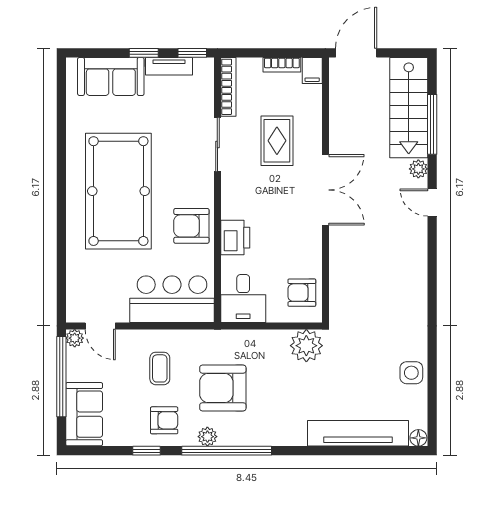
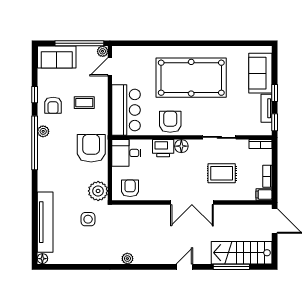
bookcase: (228, 87) -> (260, 144), width x0.64
plant: (418, 169) -> (127, 259), moved
floor lamp: (232, 207) -> (181, 146), added
side table: (411, 373) -> (88, 219), moved
armchair: (223, 388) -> (91, 148), moved

